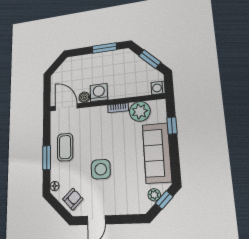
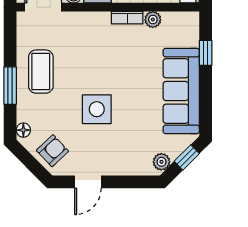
plant: (140, 111) -> (153, 20), width x0.53, depth x0.53
plant: (154, 195) -> (161, 162), moved

